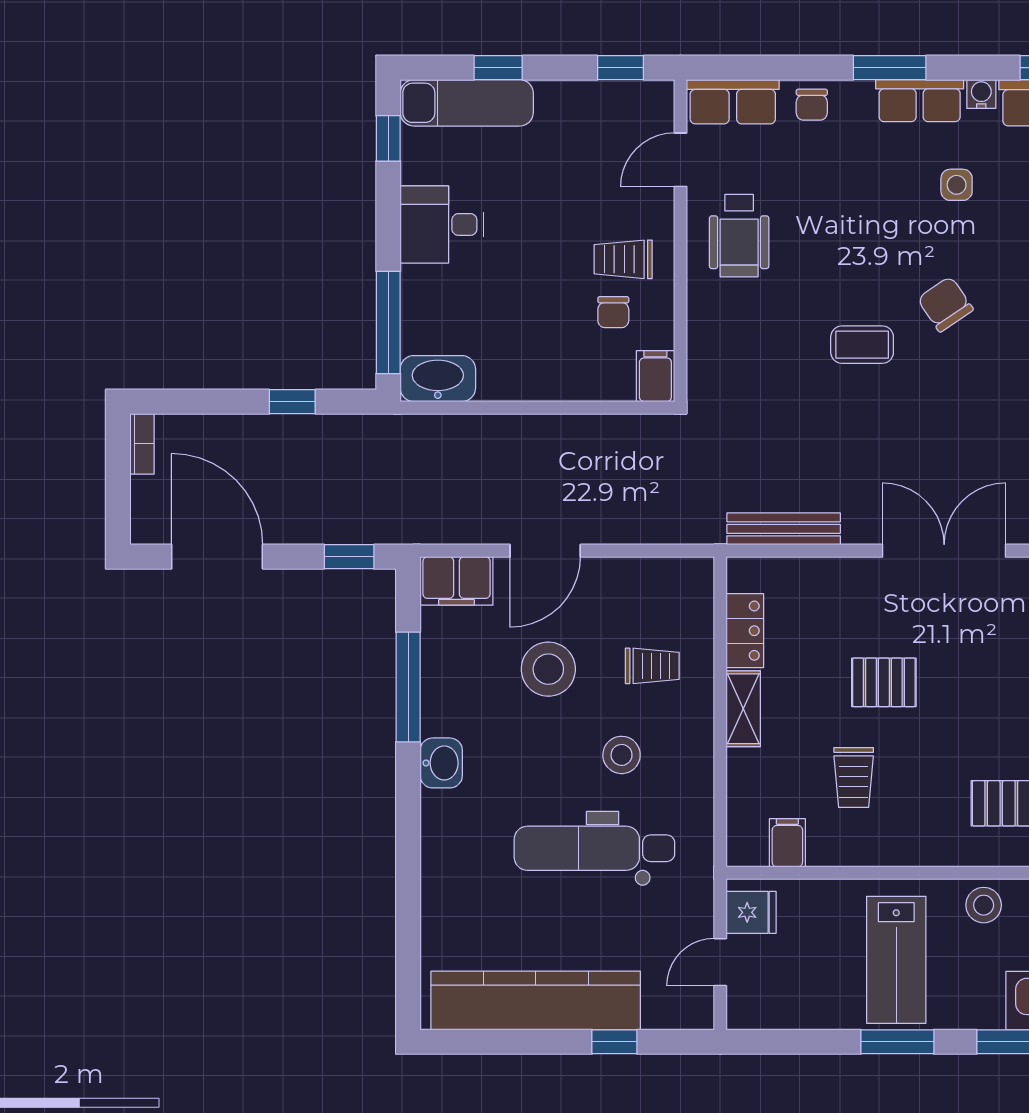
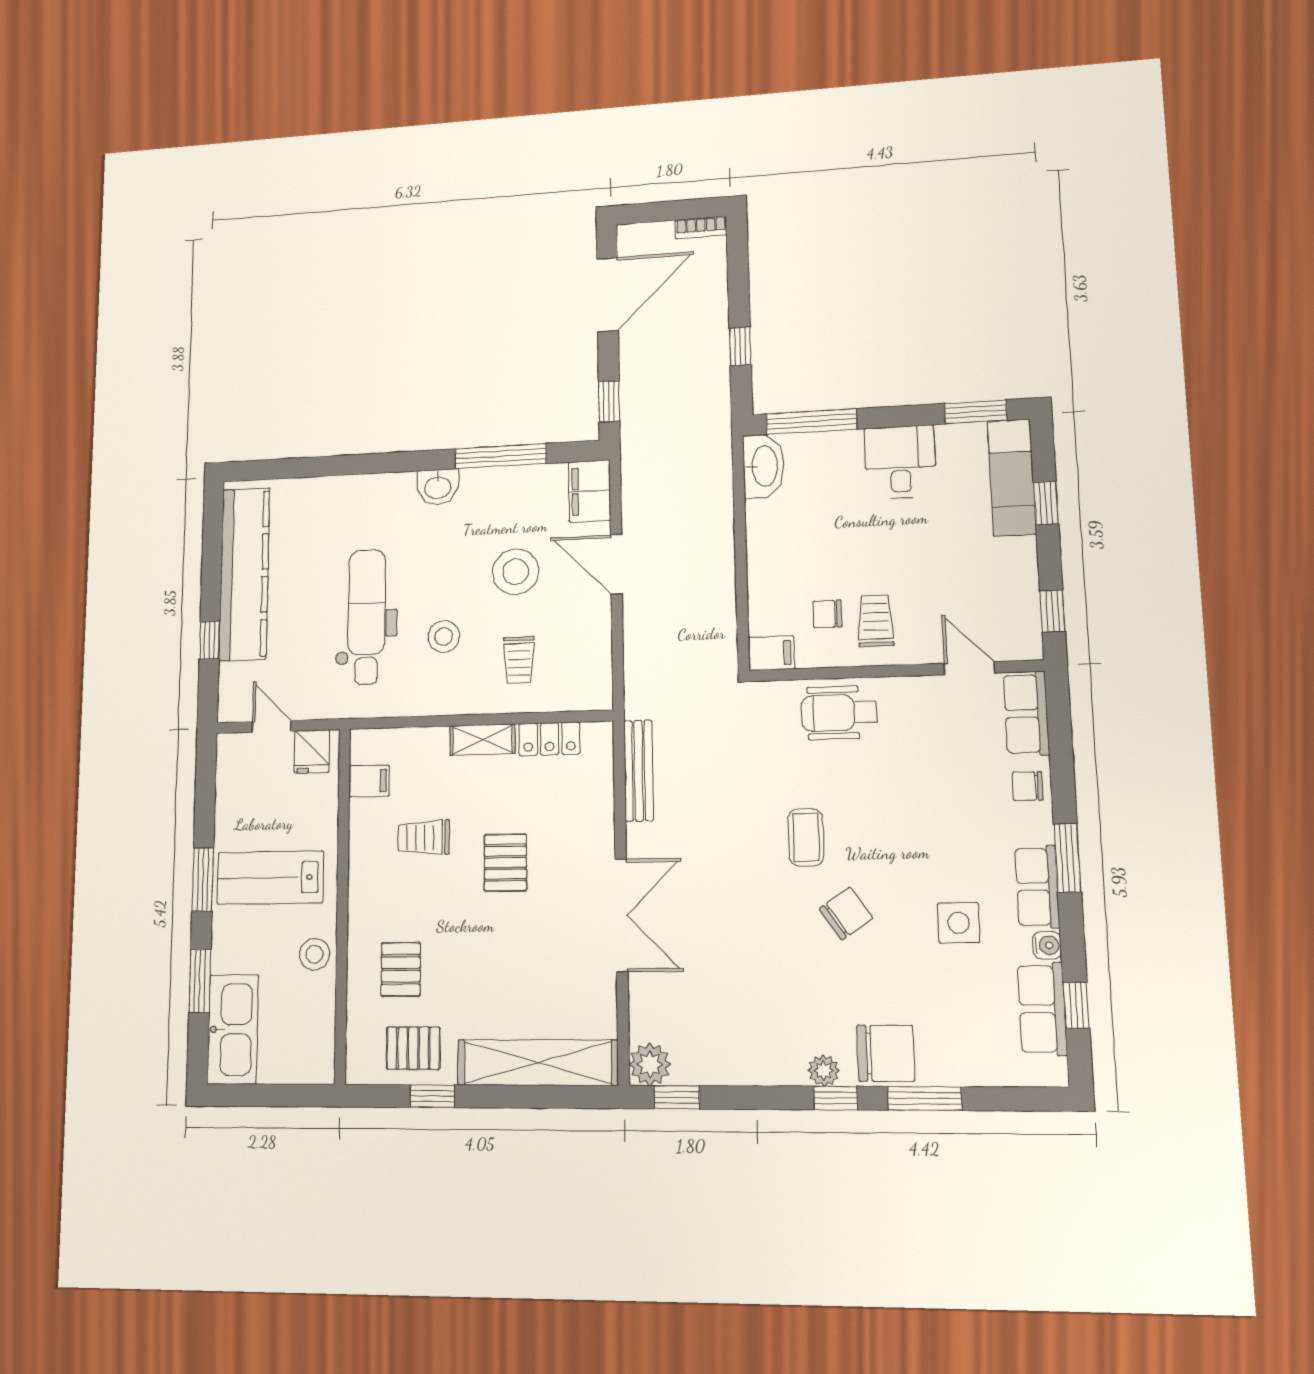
window: (388, 138) -> (976, 412), width x1.50
side table: (957, 185) -> (959, 923), width x1.37, depth x1.37
wheelchair: (739, 236) -> (839, 713), moved

